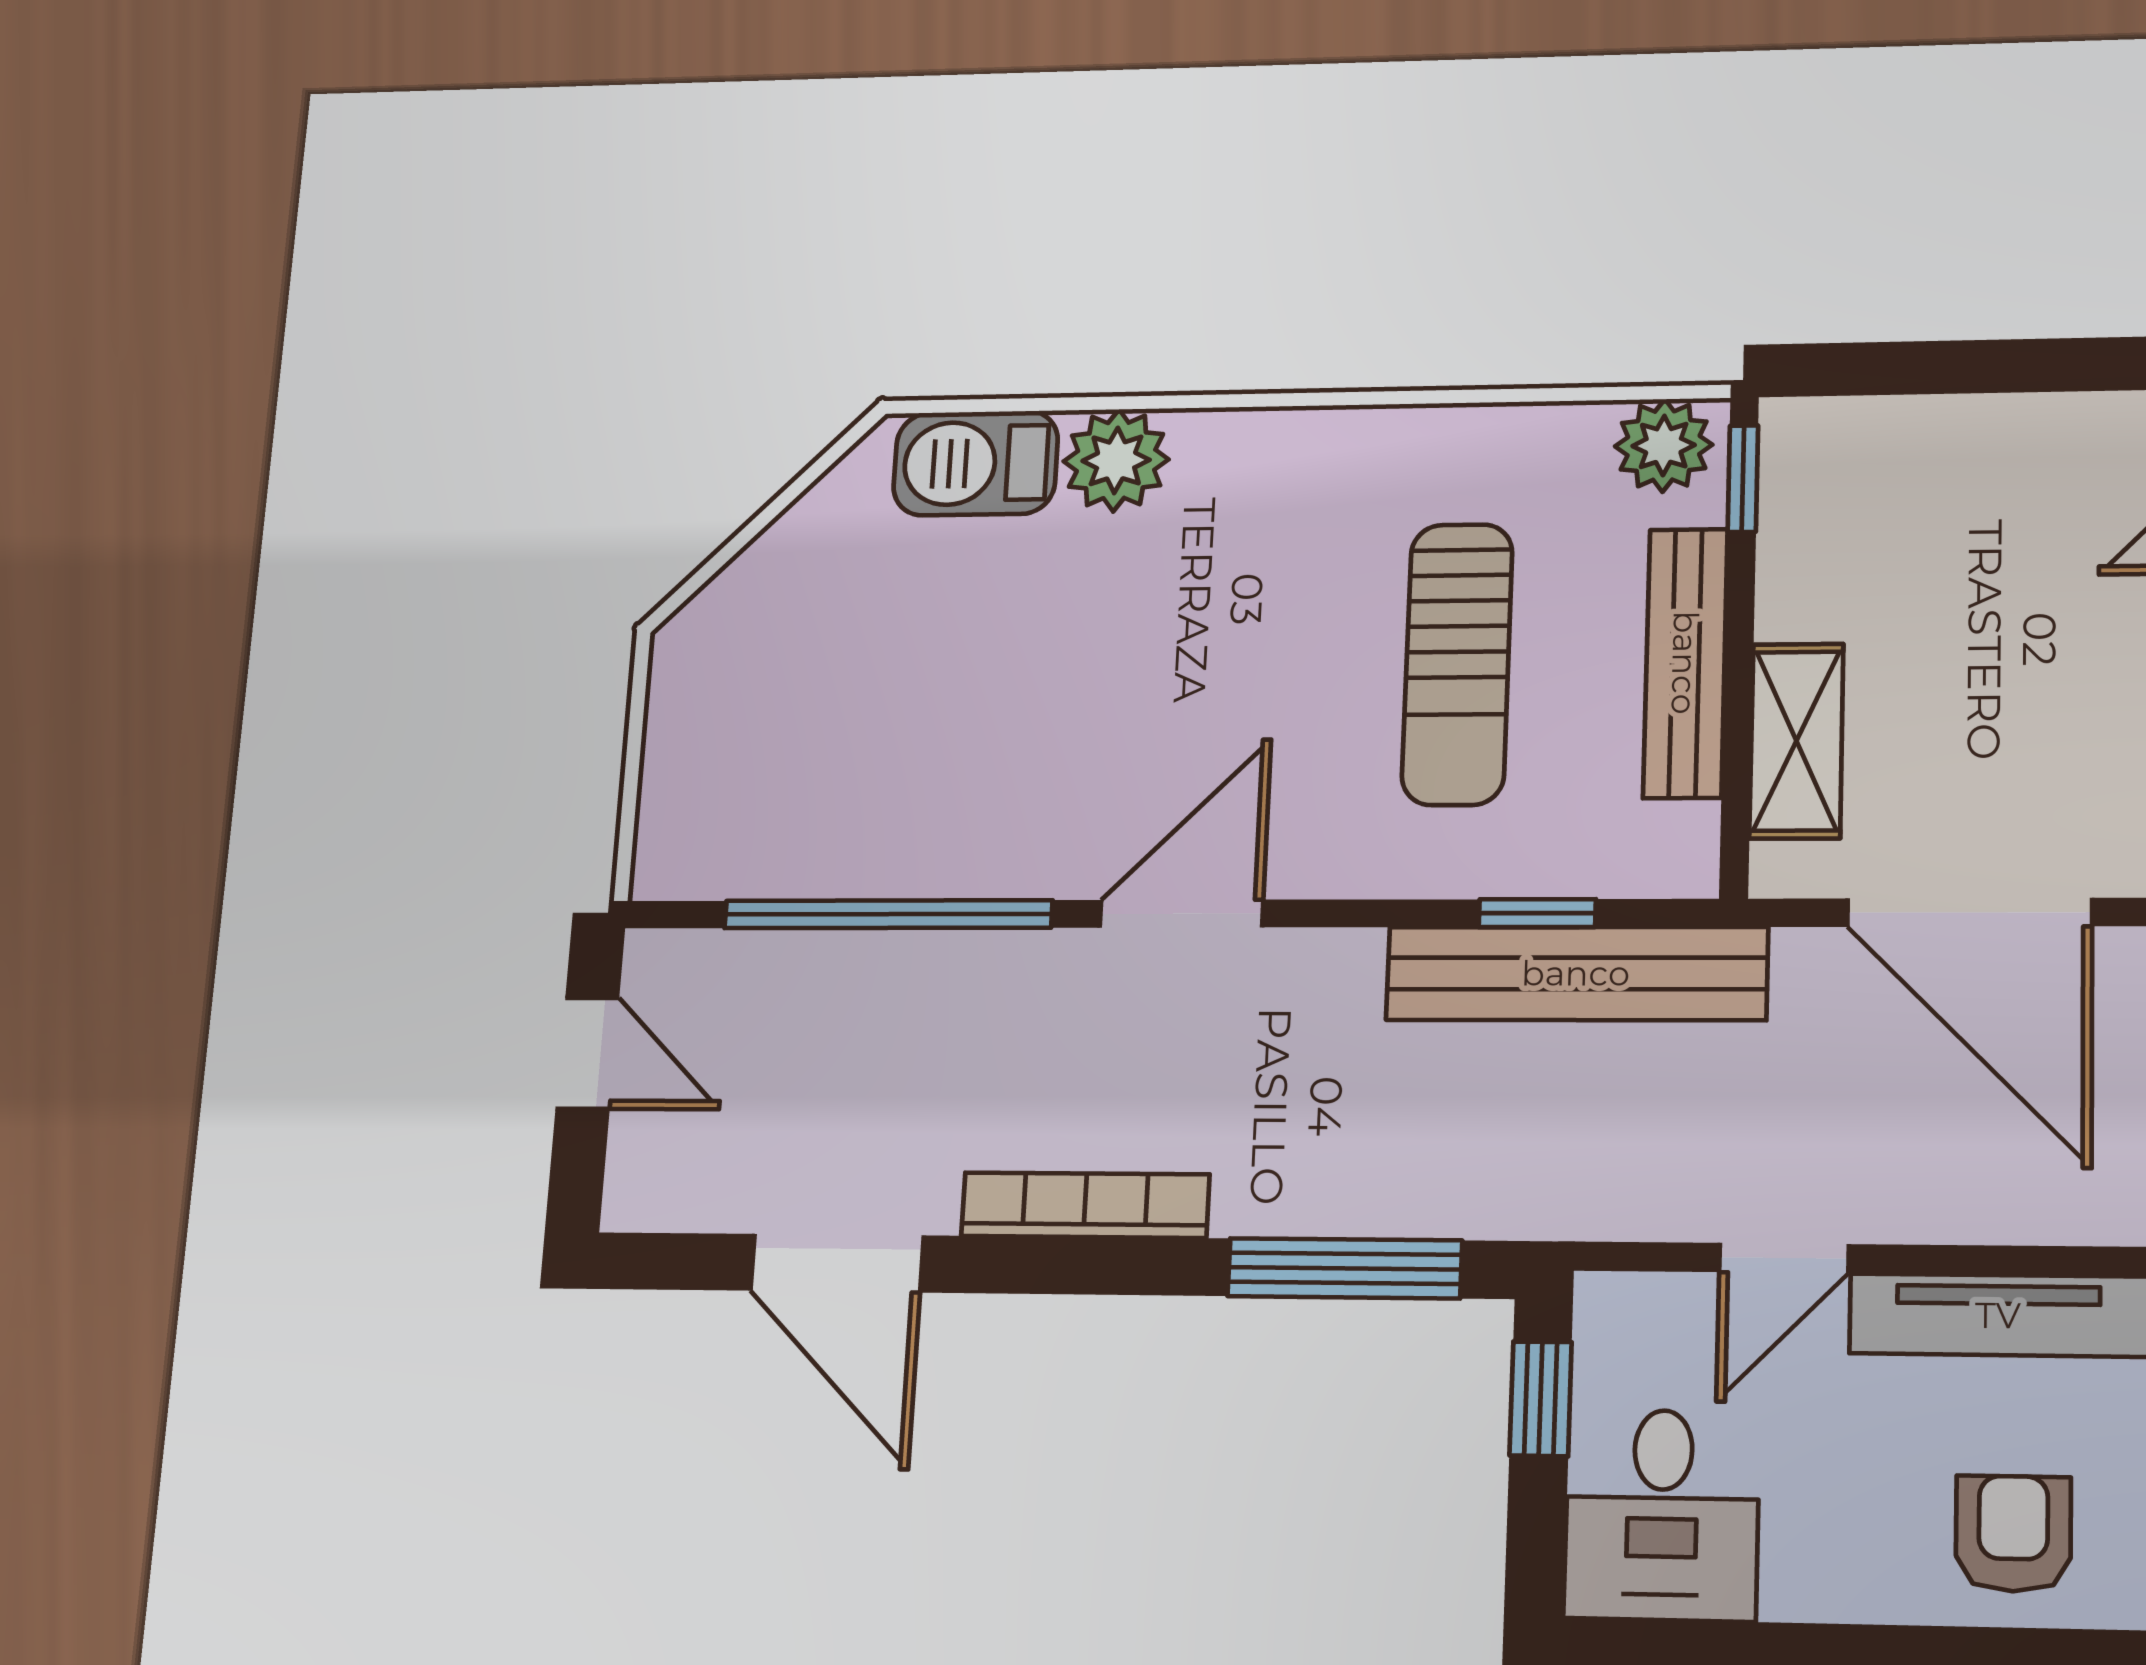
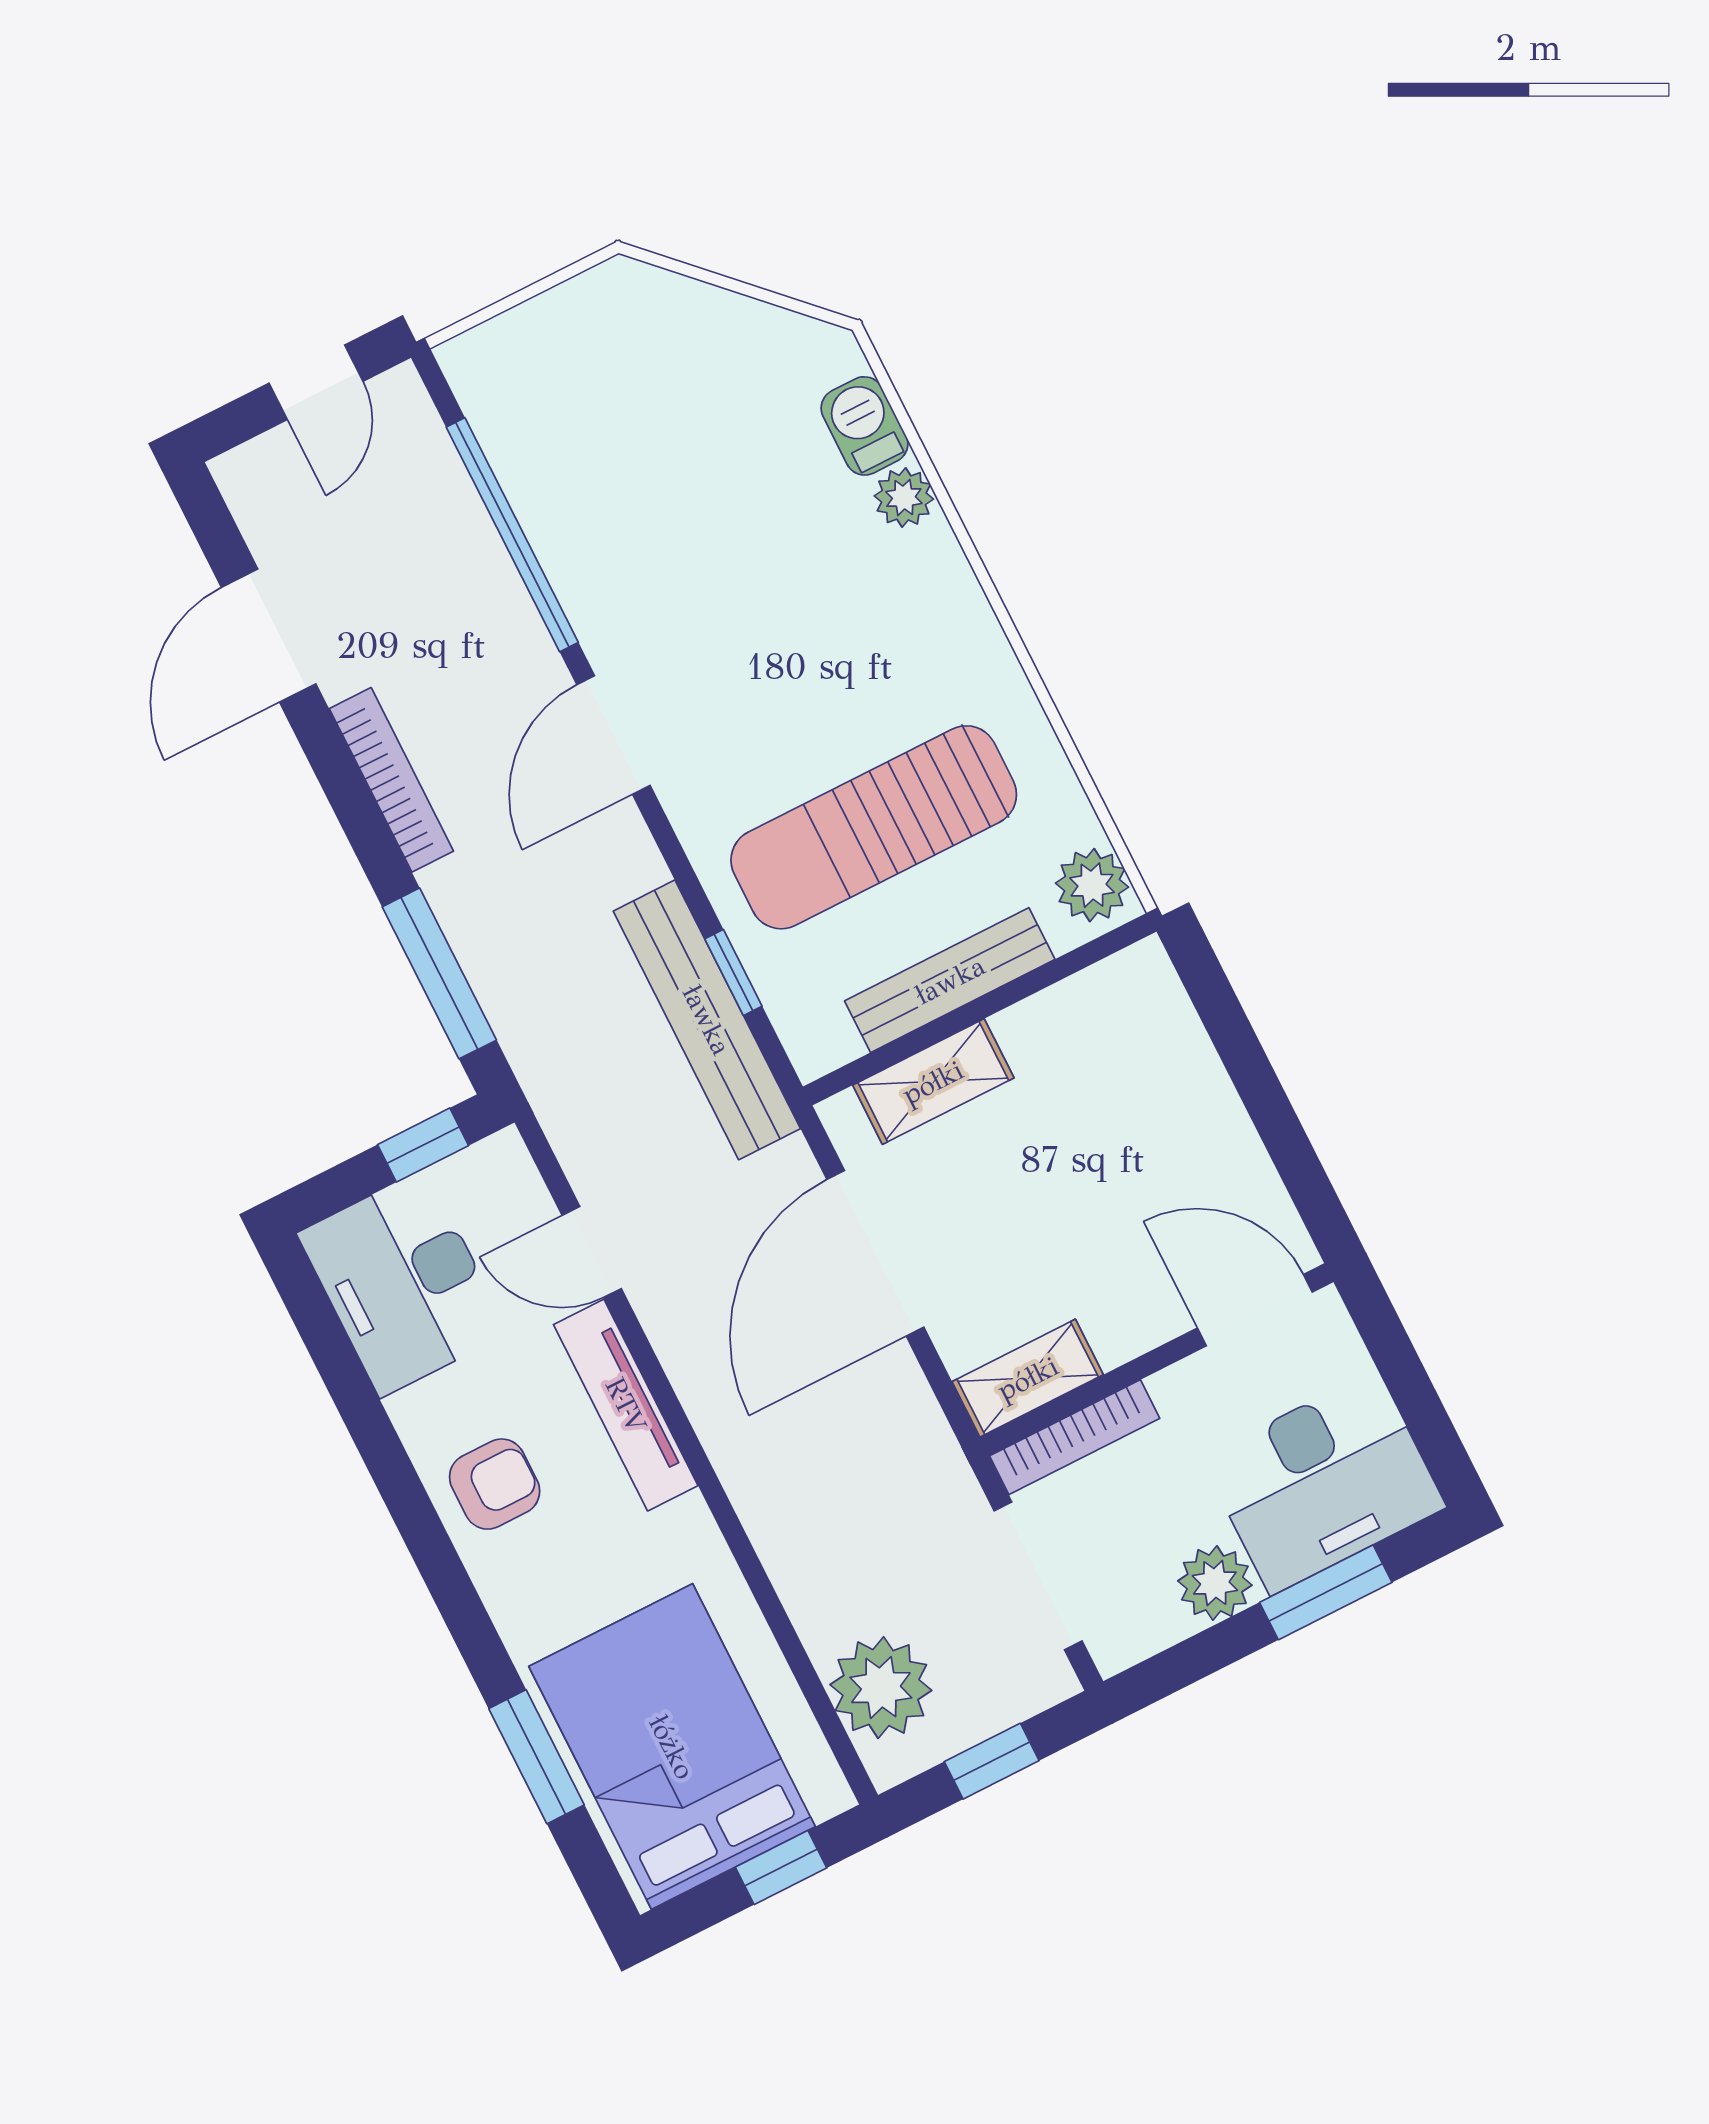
plant: (1116, 460) -> (904, 498), width x0.73, depth x0.73
barbecue: (976, 463) -> (864, 426), width x0.73, depth x0.79
window: (1743, 479) -> (1095, 951), removed
sun lounger: (1457, 664) -> (874, 827), width x1.36, depth x1.34
door: (1181, 914) -> (613, 735), swing flipped
desk: (1662, 1515) -> (403, 1283), width x1.37

